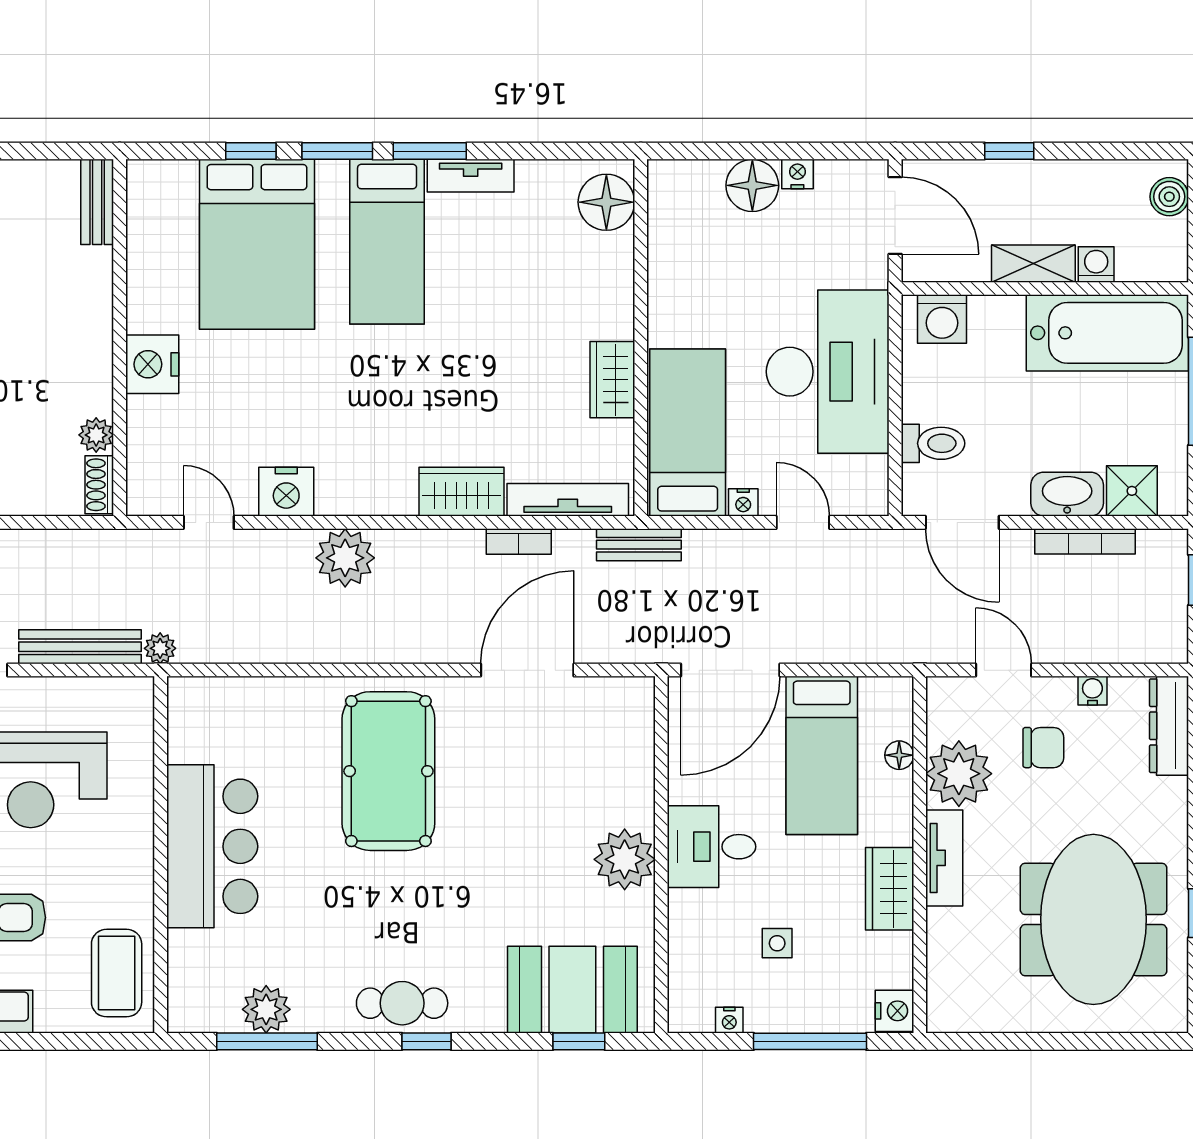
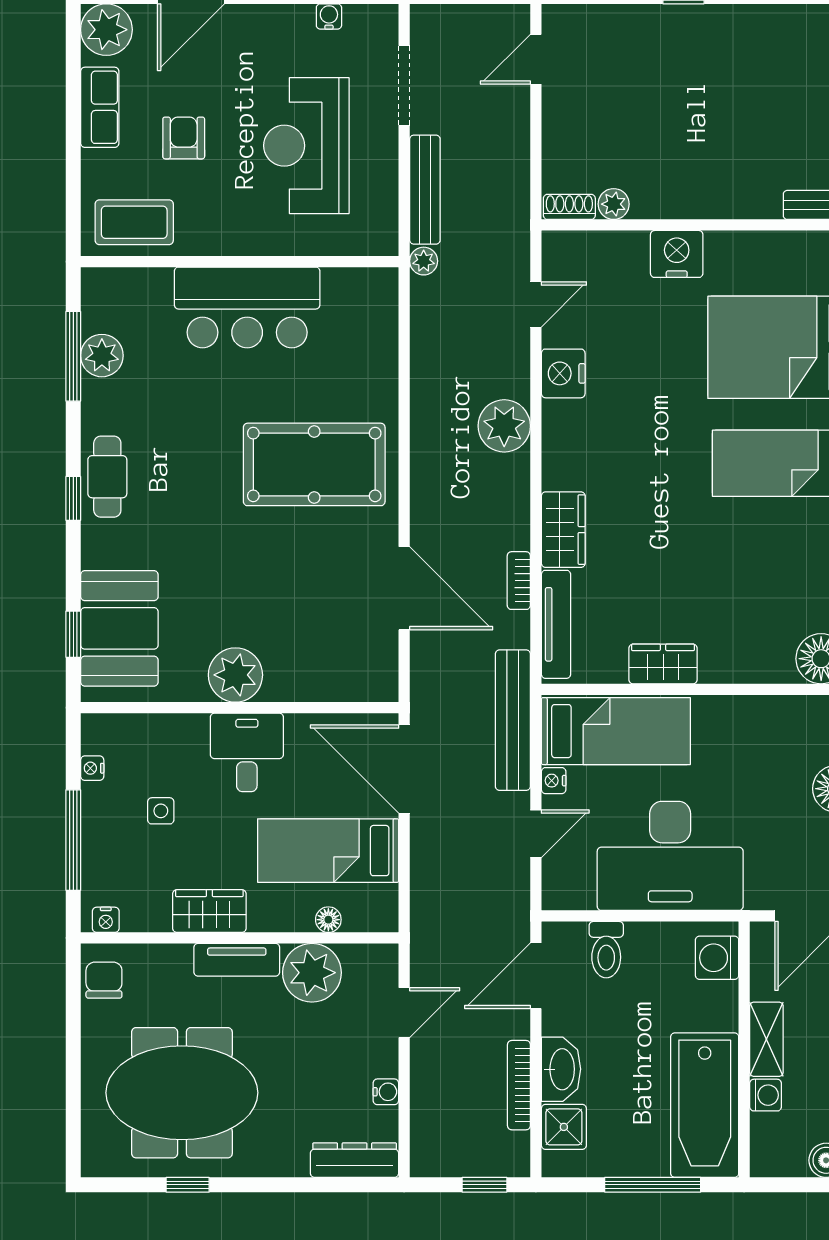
bench: (639, 545) -> (513, 720), width x1.86, depth x1.21
chair: (1043, 748) -> (104, 980), moved, turned 180
nightstand: (894, 1011) -> (106, 920), width x0.72, depth x0.74

